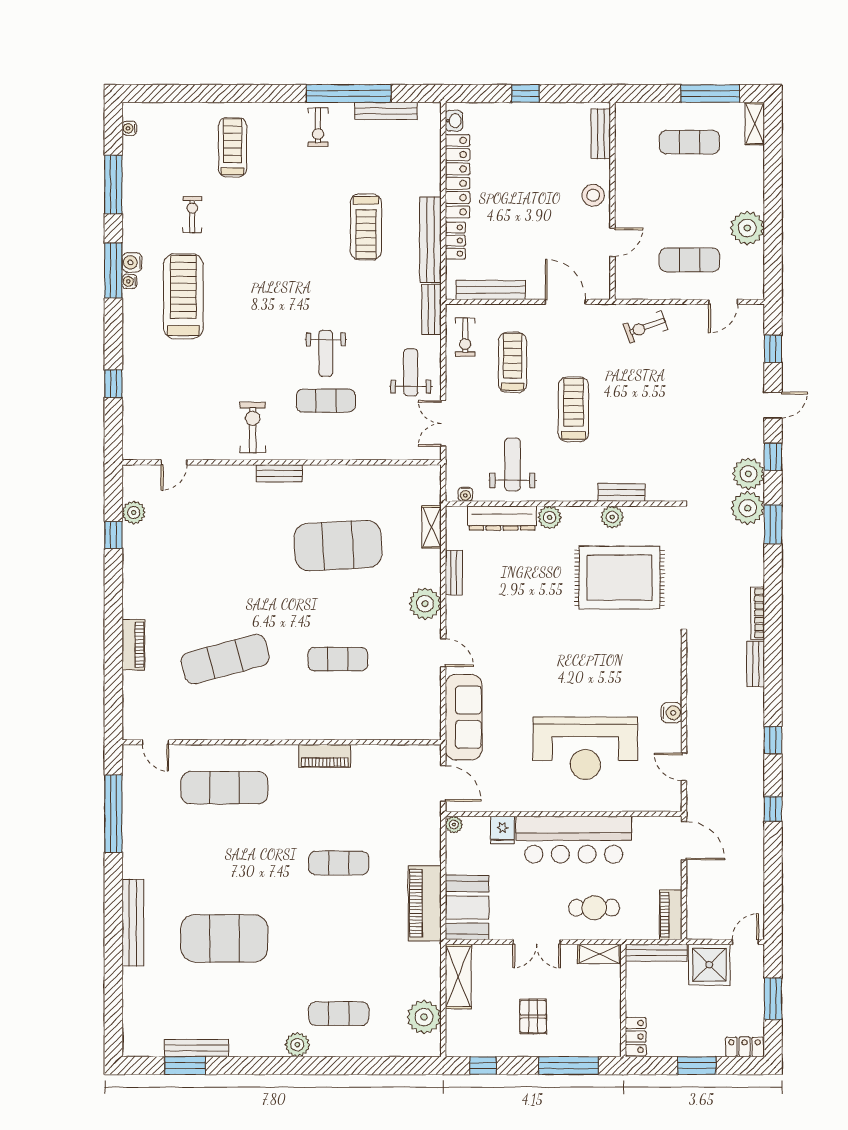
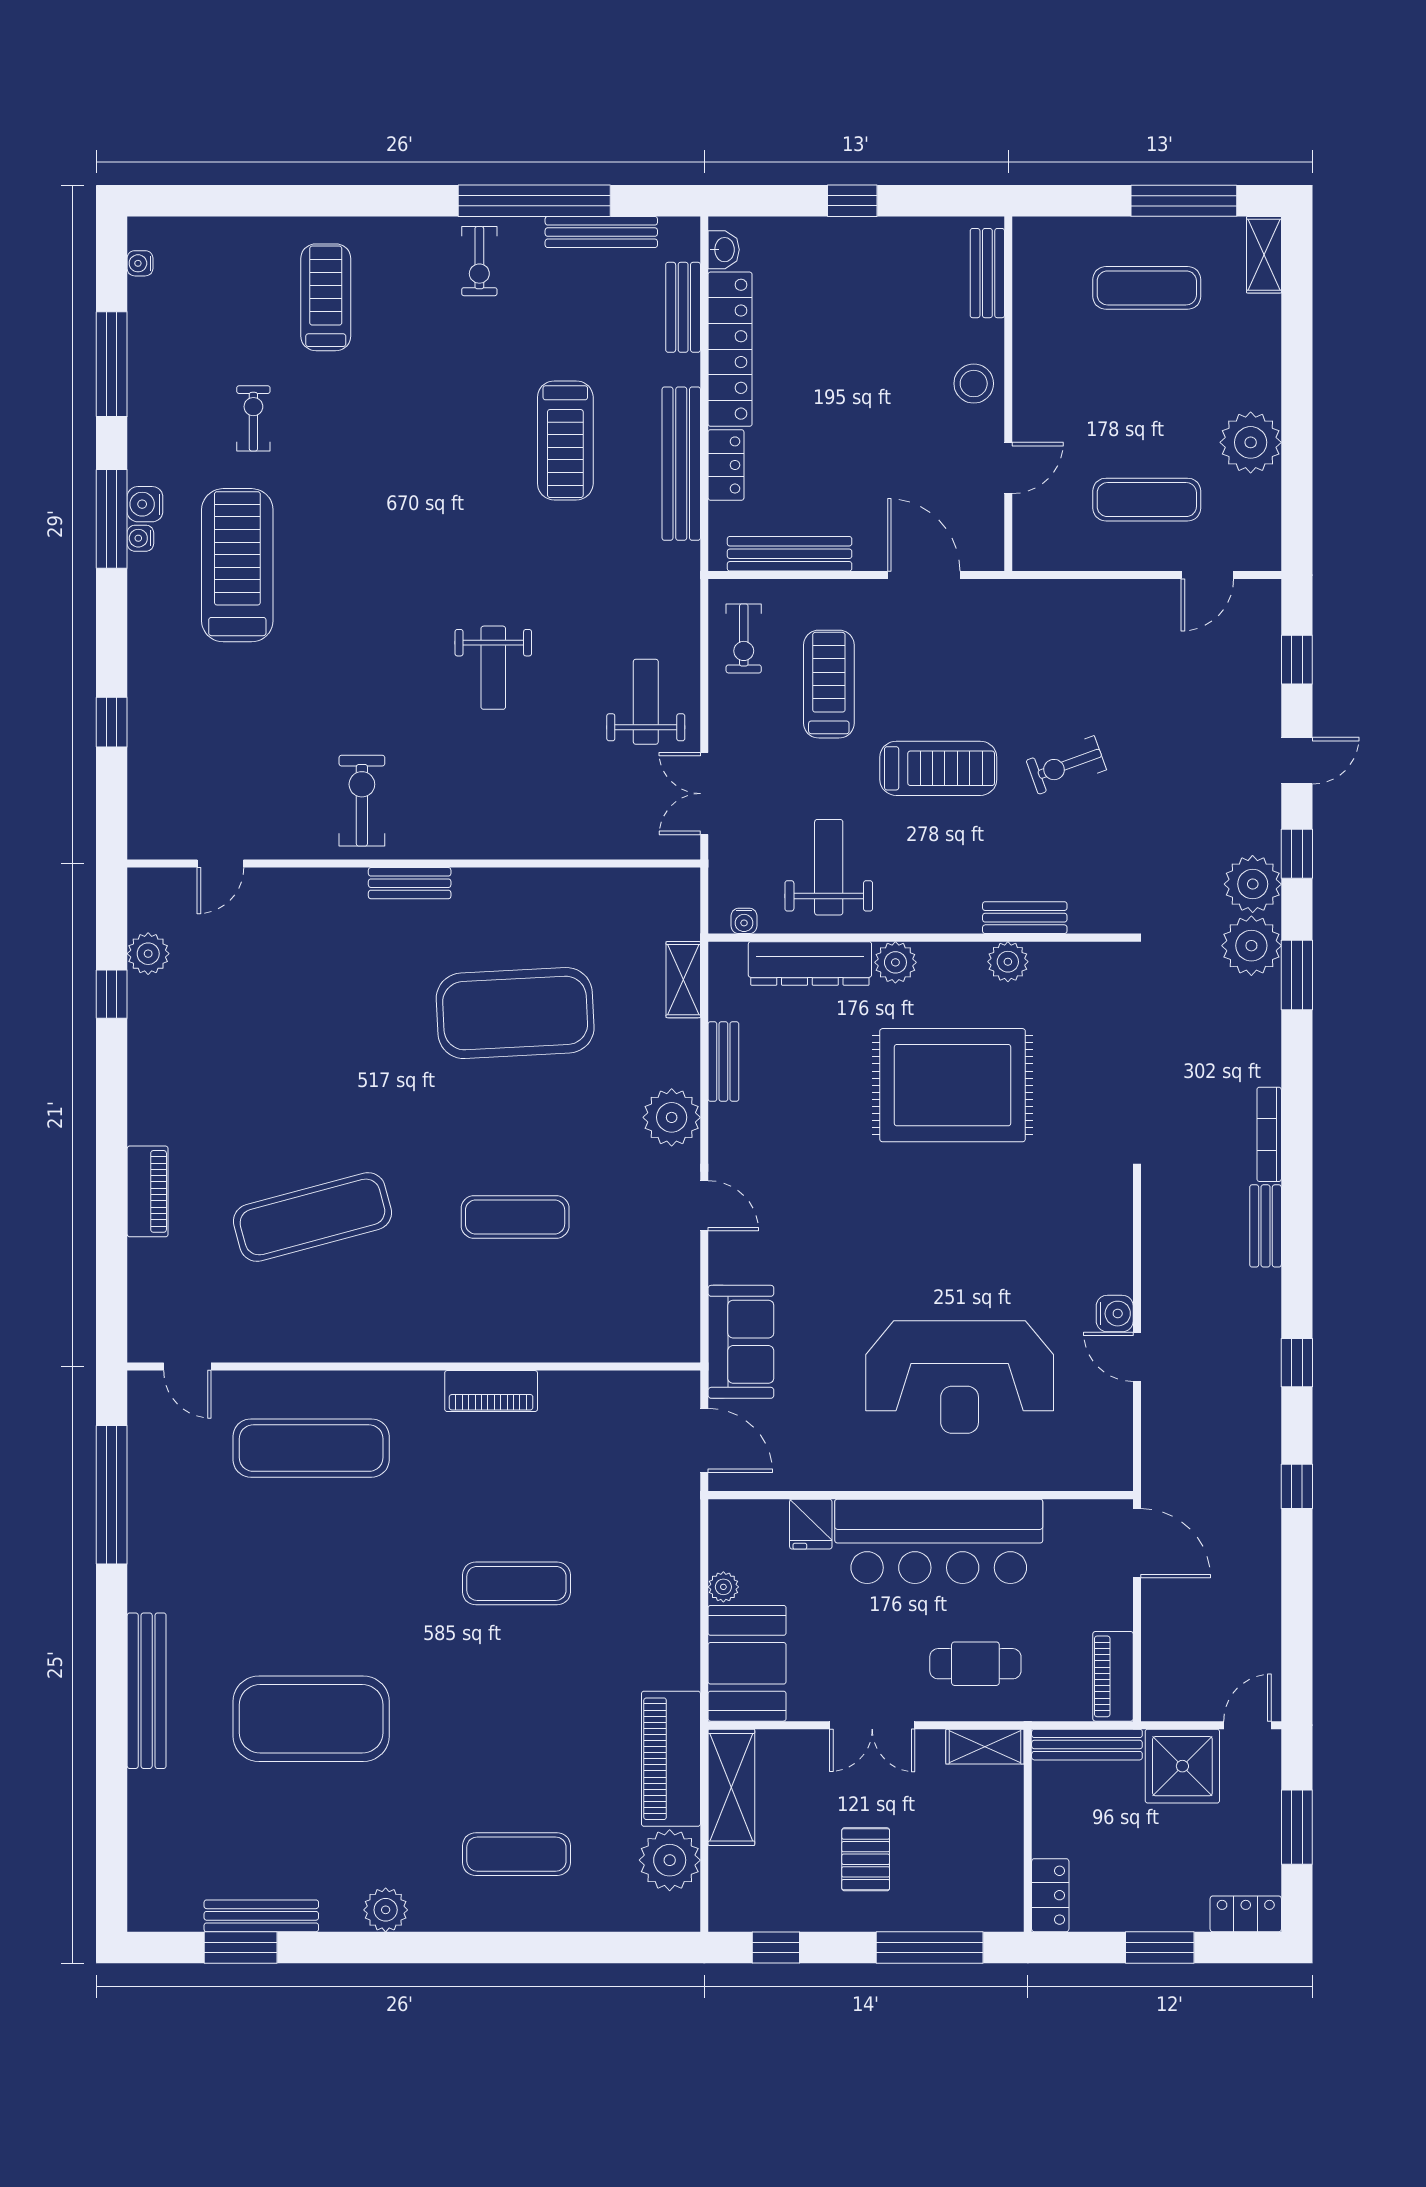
bench: (431, 309) -> (683, 307), moved
exercise bike: (646, 327) -> (1066, 765), moved
exercise mat: (326, 401) -> (493, 753), removed
treadmill: (573, 409) -> (938, 768), turned 90
rug: (620, 578) -> (953, 1085), moved
sofa: (464, 717) -> (741, 1342), width x0.73
door: (684, 767) -> (1137, 1357), moved
plant: (454, 825) -> (723, 1587), moved
piano: (425, 903) -> (671, 1759), moved
plant: (297, 1045) -> (386, 1910), moved

